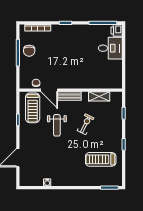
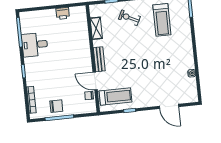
printer: (117, 30) -> (63, 13), moved
desk: (110, 48) -> (35, 45), moved, turned -90
door: (49, 90) -> (95, 81), swing flipped
exercise bike: (86, 124) -> (129, 18), moved
weight bench: (57, 125) -> (131, 69), removed

